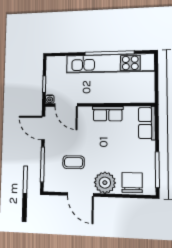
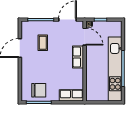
door: (66, 105) -> (85, 37), swing flipped
row of seats: (108, 114) -> (78, 57), moved
plant: (105, 183) -> (29, 66), removed
chair: (132, 183) -> (39, 90), moved

